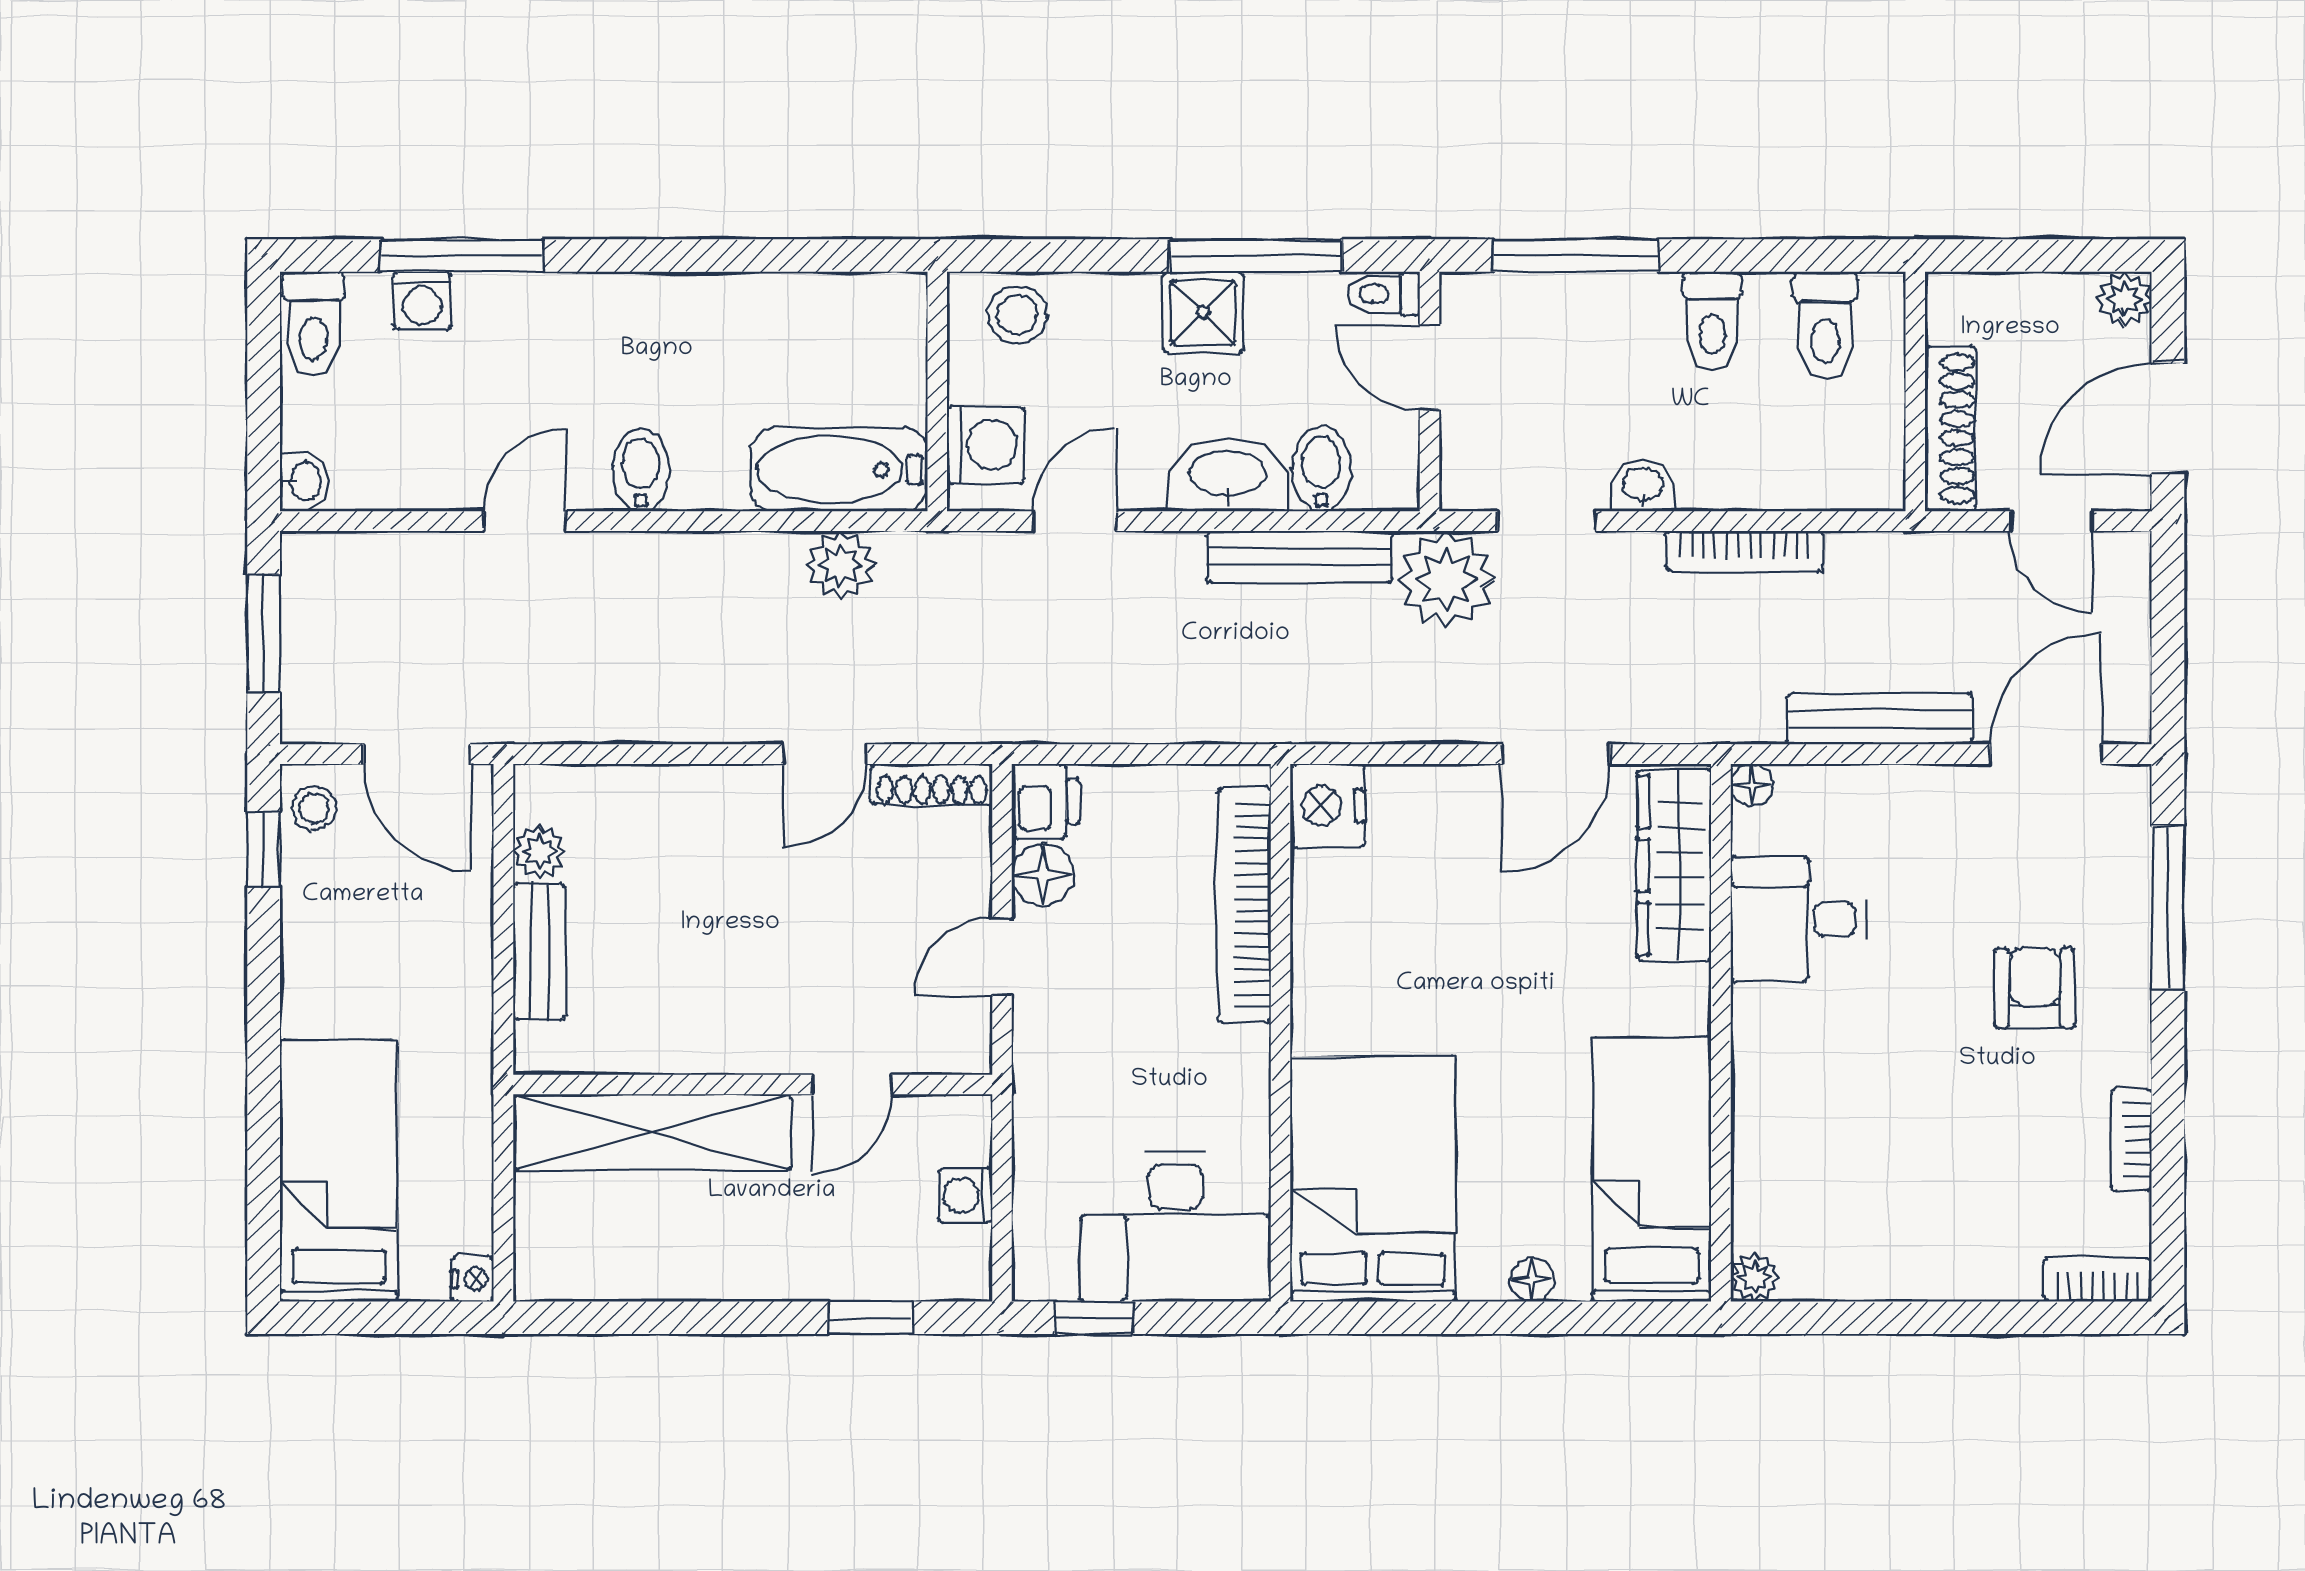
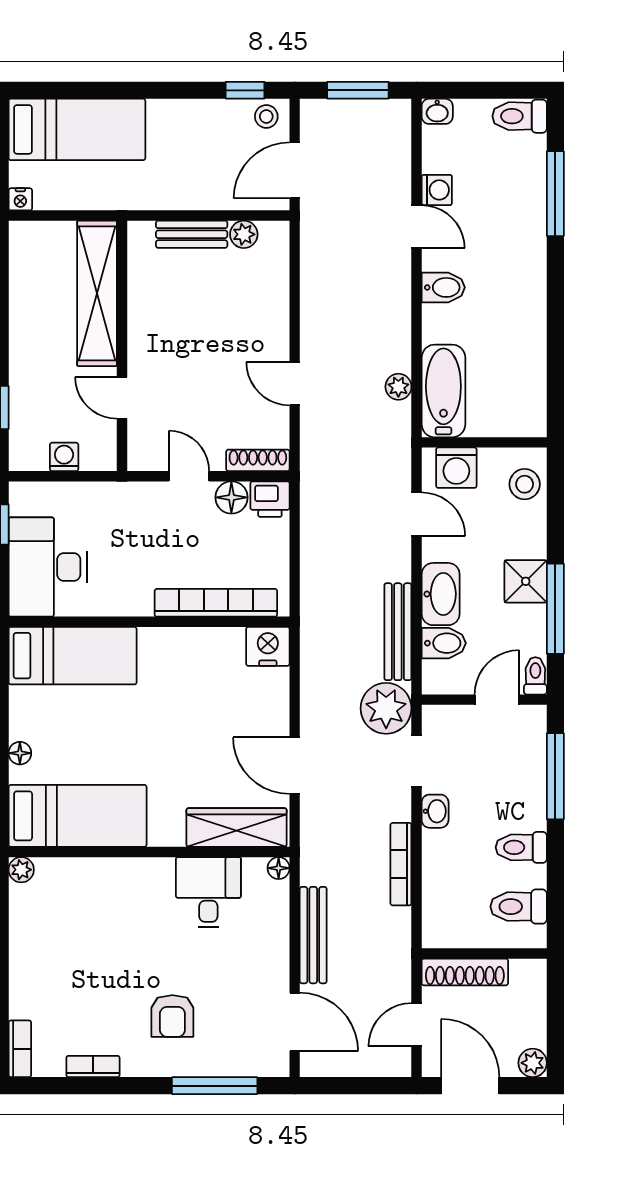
washing machine: (422, 301) -> (437, 190), moved, turned 180
plant: (840, 565) -> (398, 387), width x0.73, depth x0.73
shoe rack: (932, 785) -> (258, 460), moved, turned 90
armchair: (2035, 988) -> (172, 1016), turned 90
bed: (1373, 1179) -> (73, 656), width x0.67

